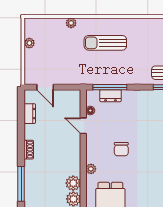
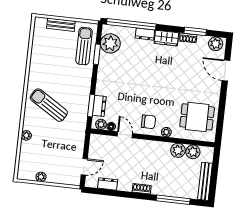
sun lounger: (105, 43) -> (49, 105), turned 122
window: (110, 87) -> (91, 106), width x0.69
plant: (91, 100) -> (101, 124), added
door: (83, 126) -> (125, 135), swing flipped
chair: (121, 149) -> (148, 122), moved

